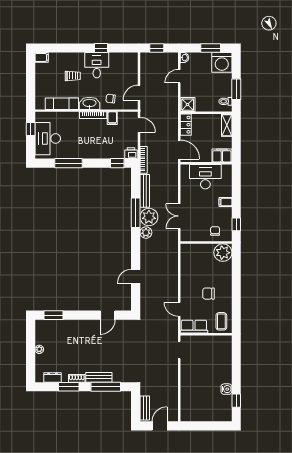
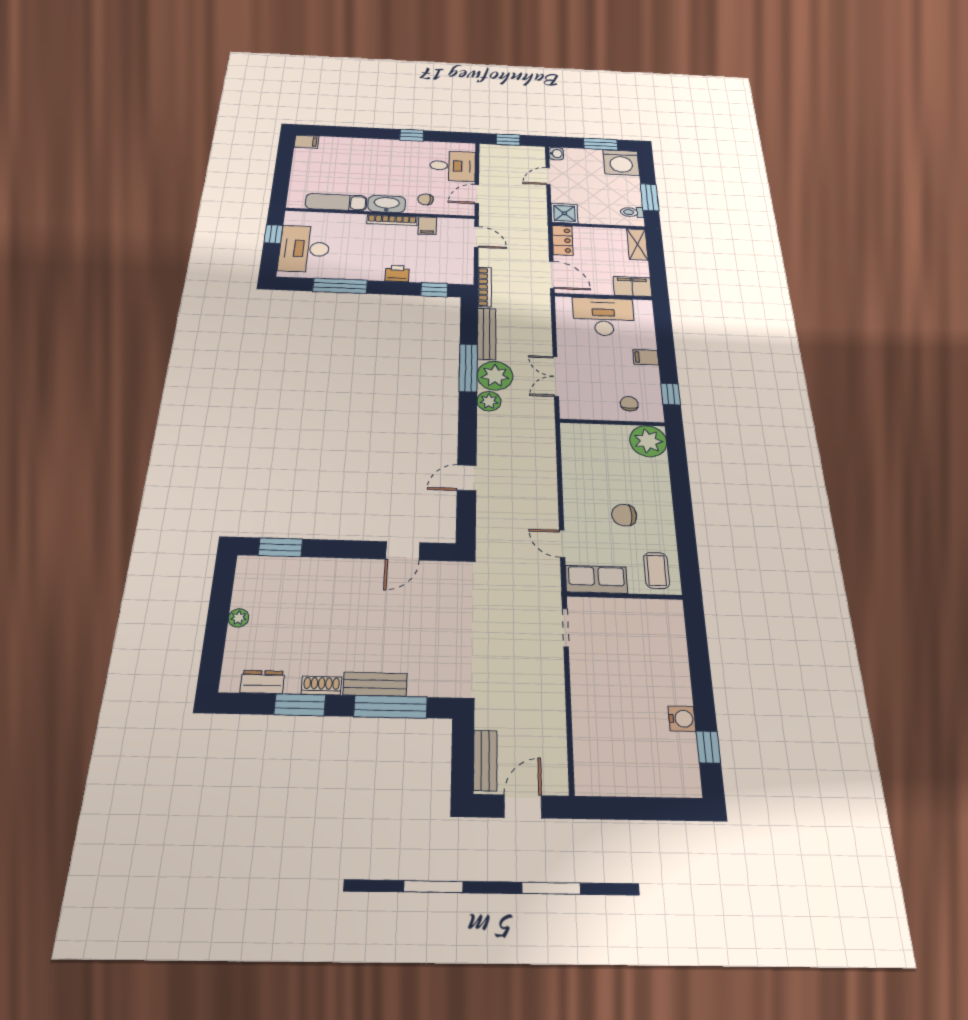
desk: (97, 65) -> (453, 166), moved, turned 90
trolley: (73, 76) -> (359, 167), removed
printer: (131, 153) -> (397, 274), moved

